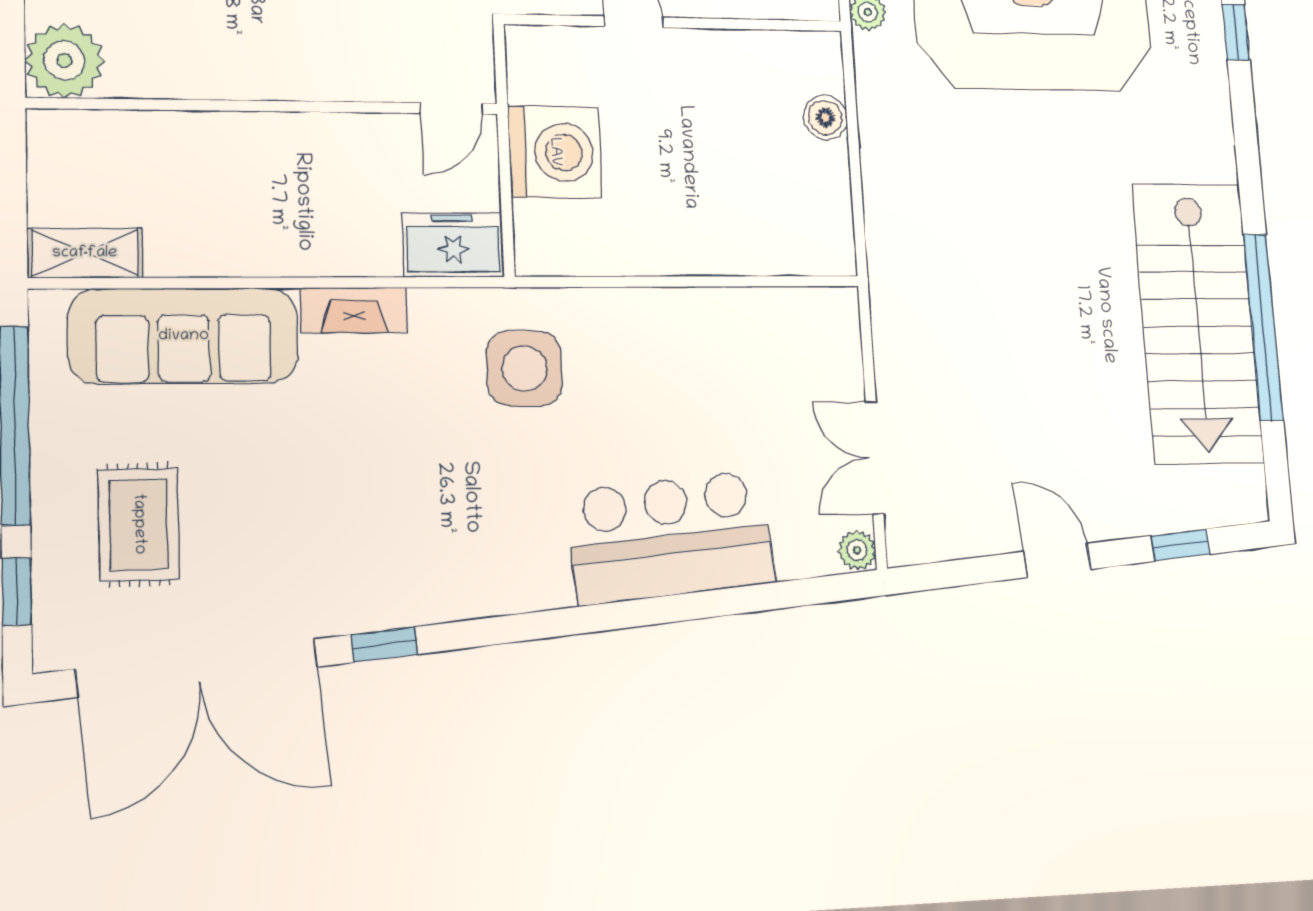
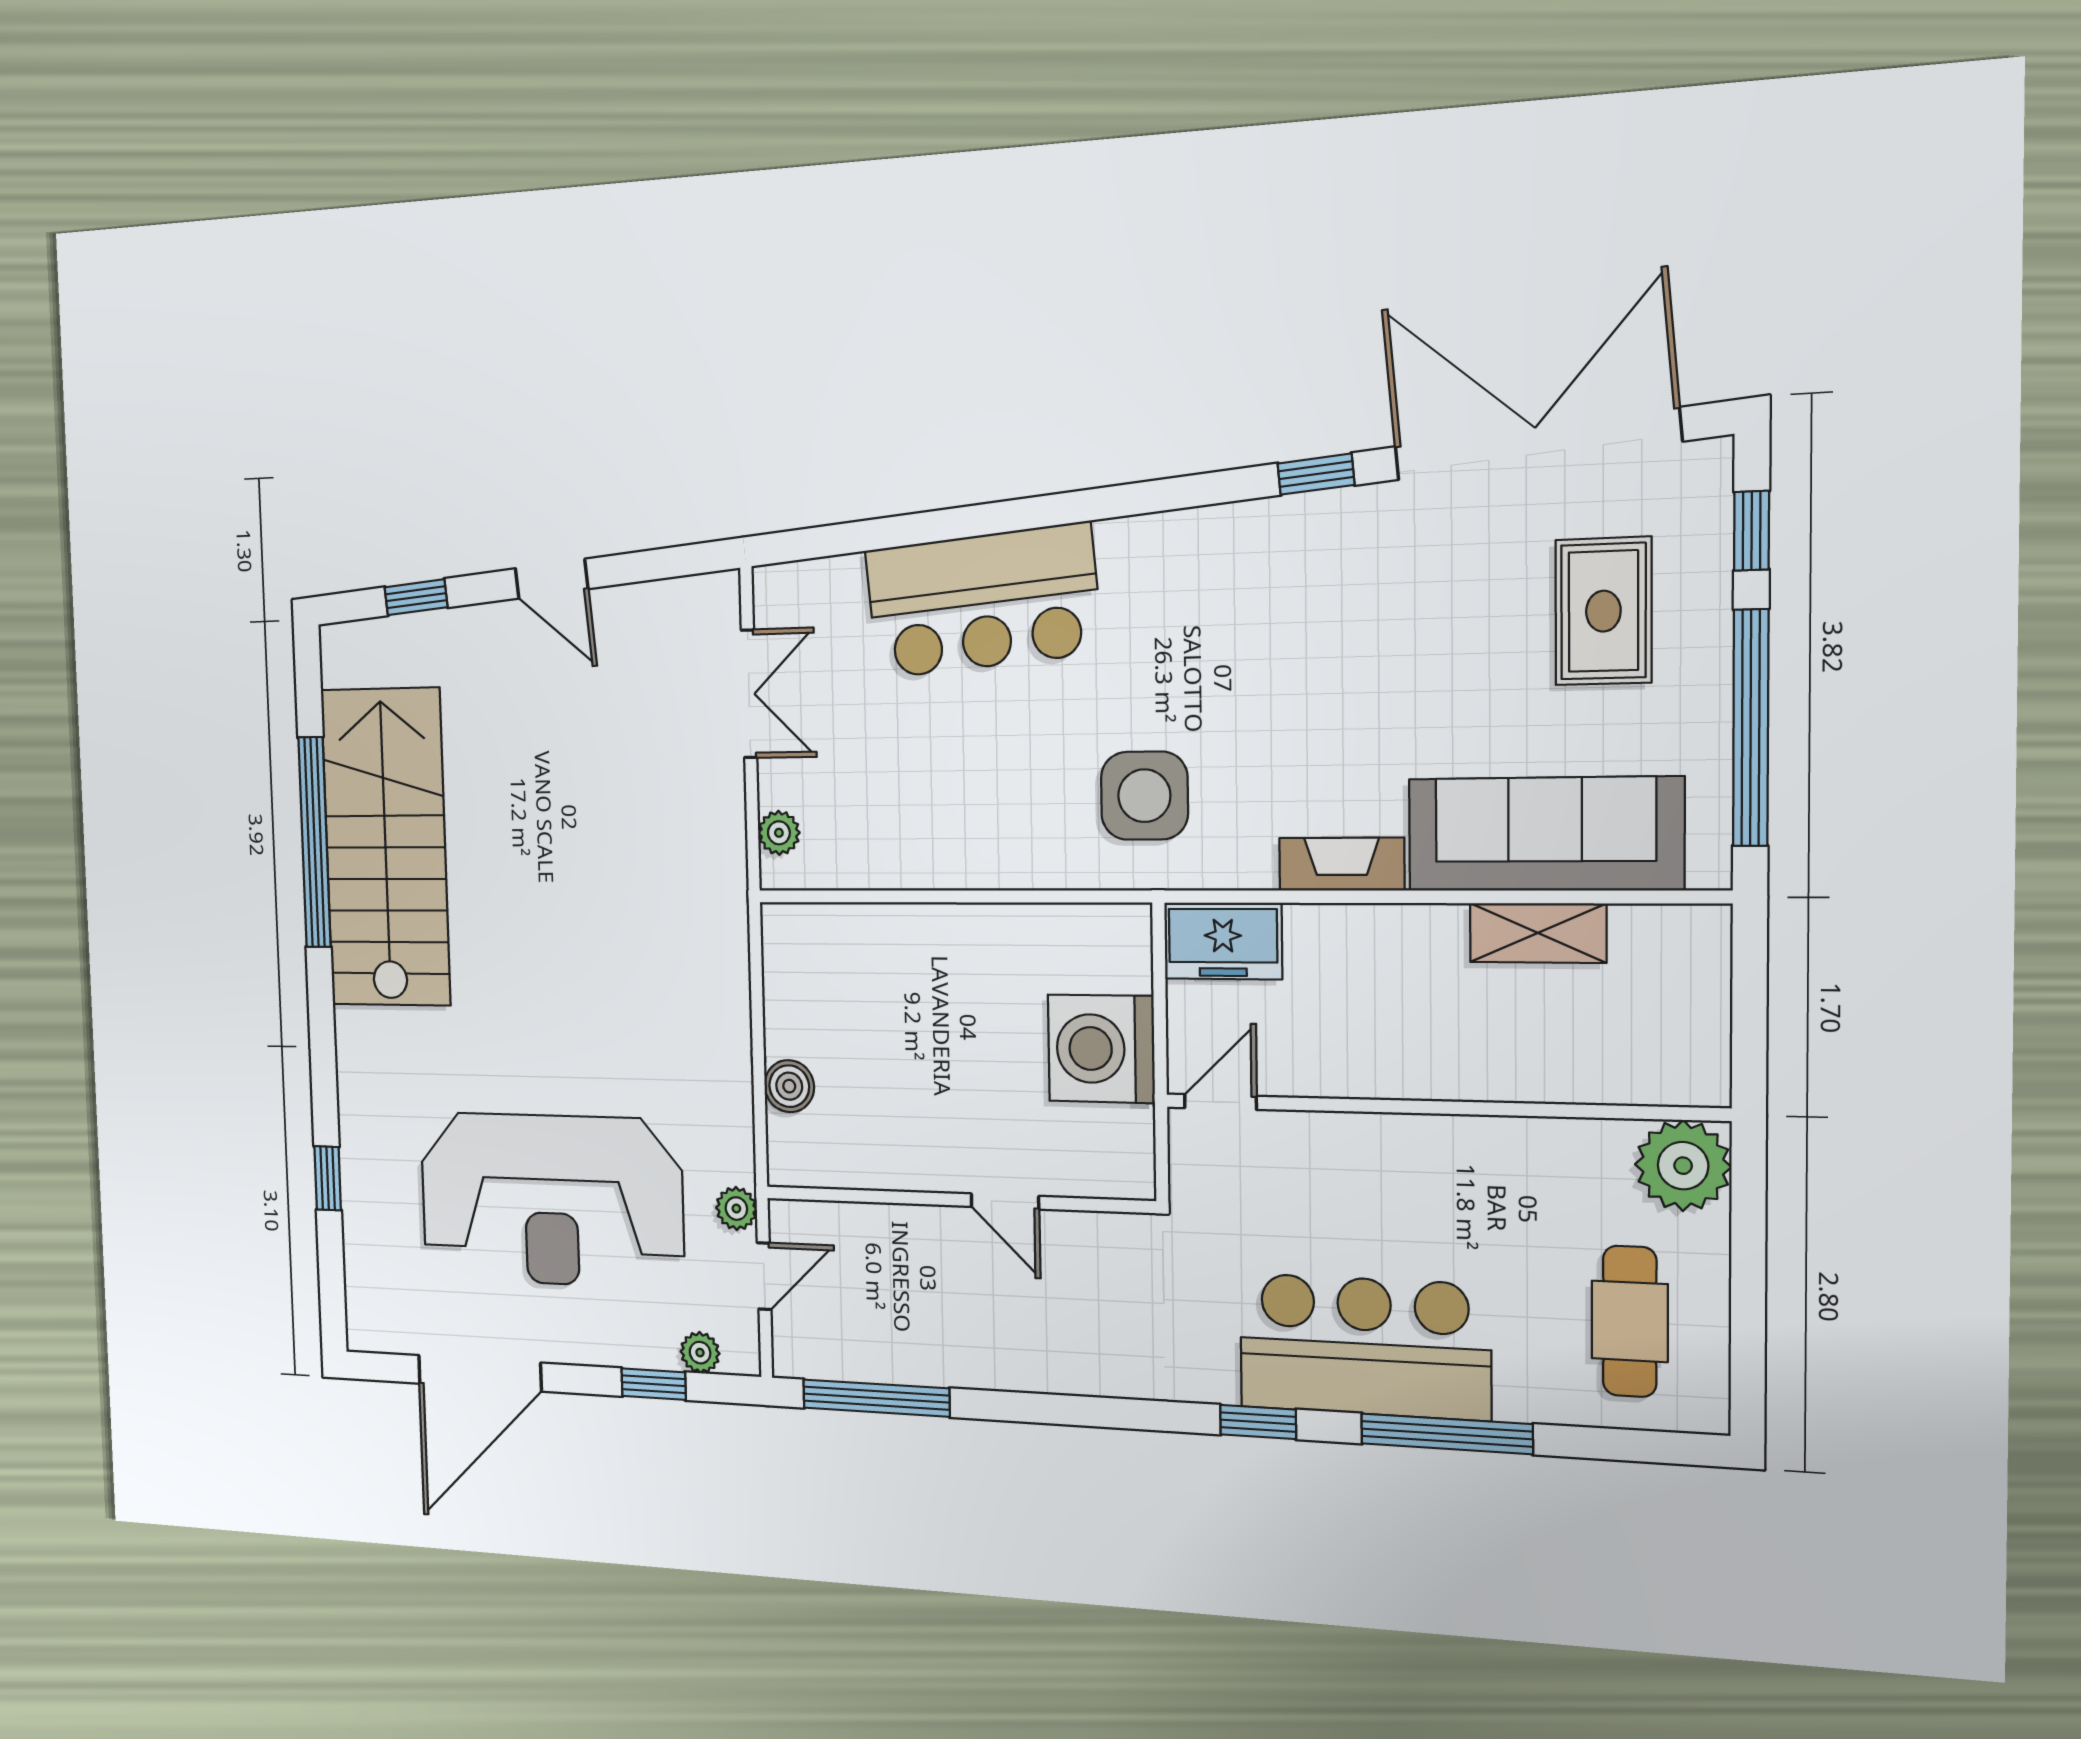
shelving: (85, 253) -> (1538, 933), moved
plant: (857, 550) -> (779, 833), moved

